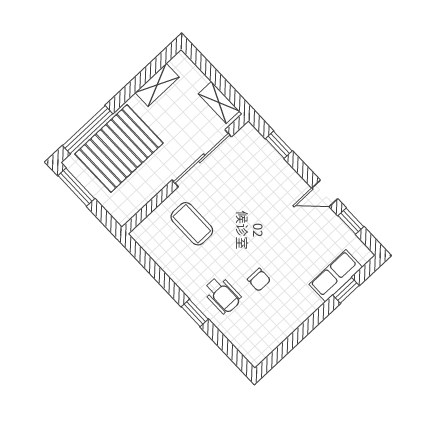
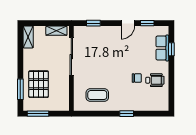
shelving: (157, 85) -> (28, 37), moved
window: (88, 130) -> (20, 89), width x0.69
pallet: (119, 149) -> (39, 84), width x0.73, depth x0.71
coffee table: (192, 224) -> (97, 95), moved
wheelchair: (222, 295) -> (155, 80), moved

